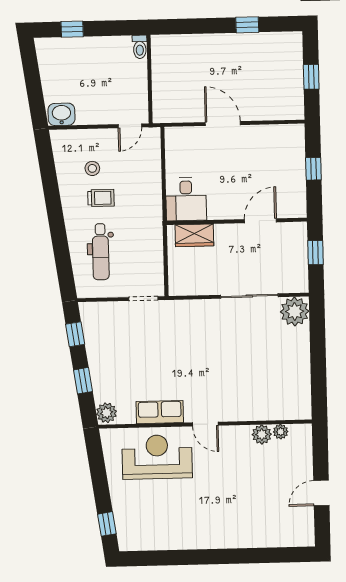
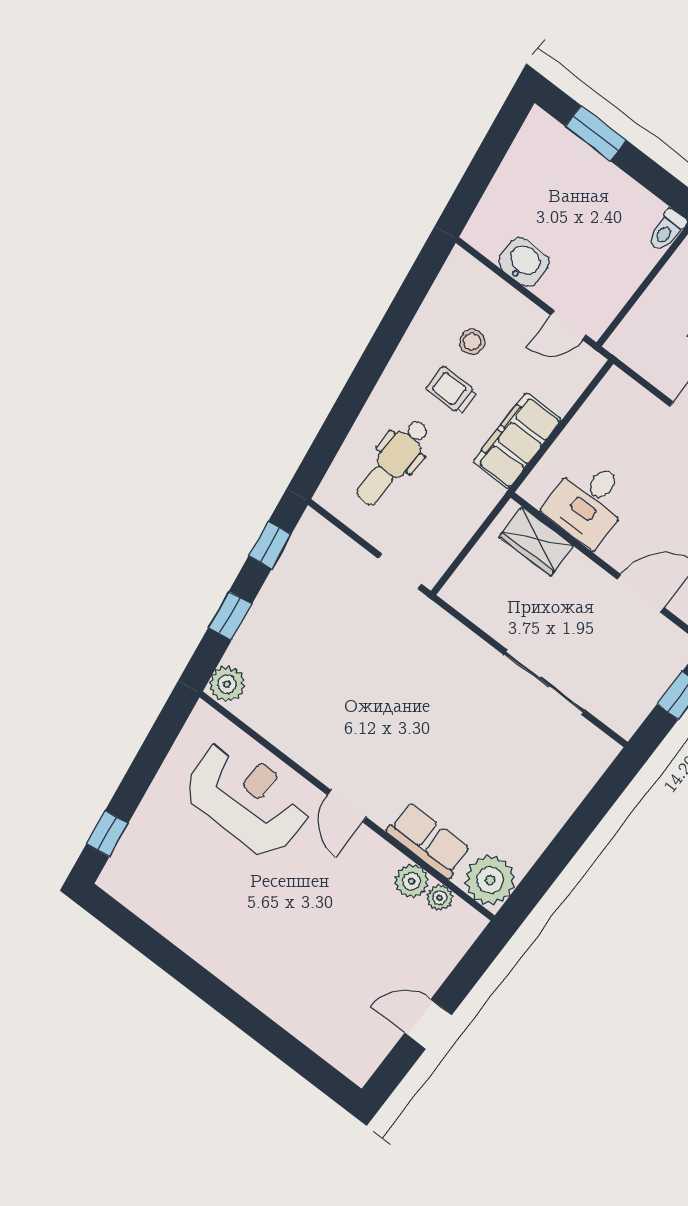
window: (72, 29) -> (596, 133), width x1.50
washbasin: (61, 114) -> (524, 262), moved
filing cabinet: (149, 197) -> (517, 441), added
trolley: (101, 198) -> (452, 390), turned 180
desk: (186, 199) -> (588, 502), moved
plant: (295, 311) -> (490, 880), moved
row of seats: (160, 412) -> (429, 840), moved

